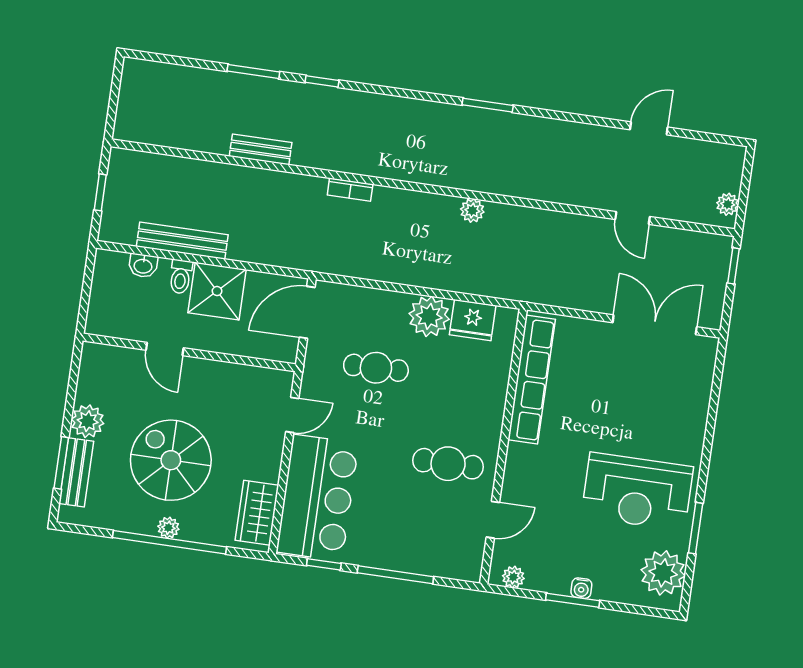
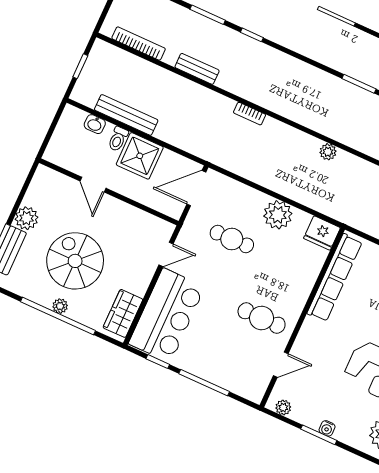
bookcase: (171, 138) -> (139, 44), added
fridge: (473, 320) -> (322, 233), moved

